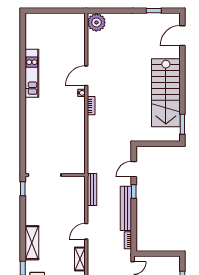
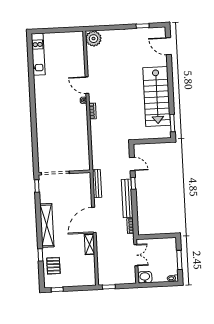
door: (182, 36) -> (168, 46), hinge flipped
kitchen unit: (32, 73) -> (38, 54), moved
door: (86, 76) -> (87, 85), hinge flipped
door: (134, 169) -> (132, 164), swing flipped
door: (86, 231) -> (94, 220), width x1.87
shelving: (32, 243) -> (47, 225), width x1.47

